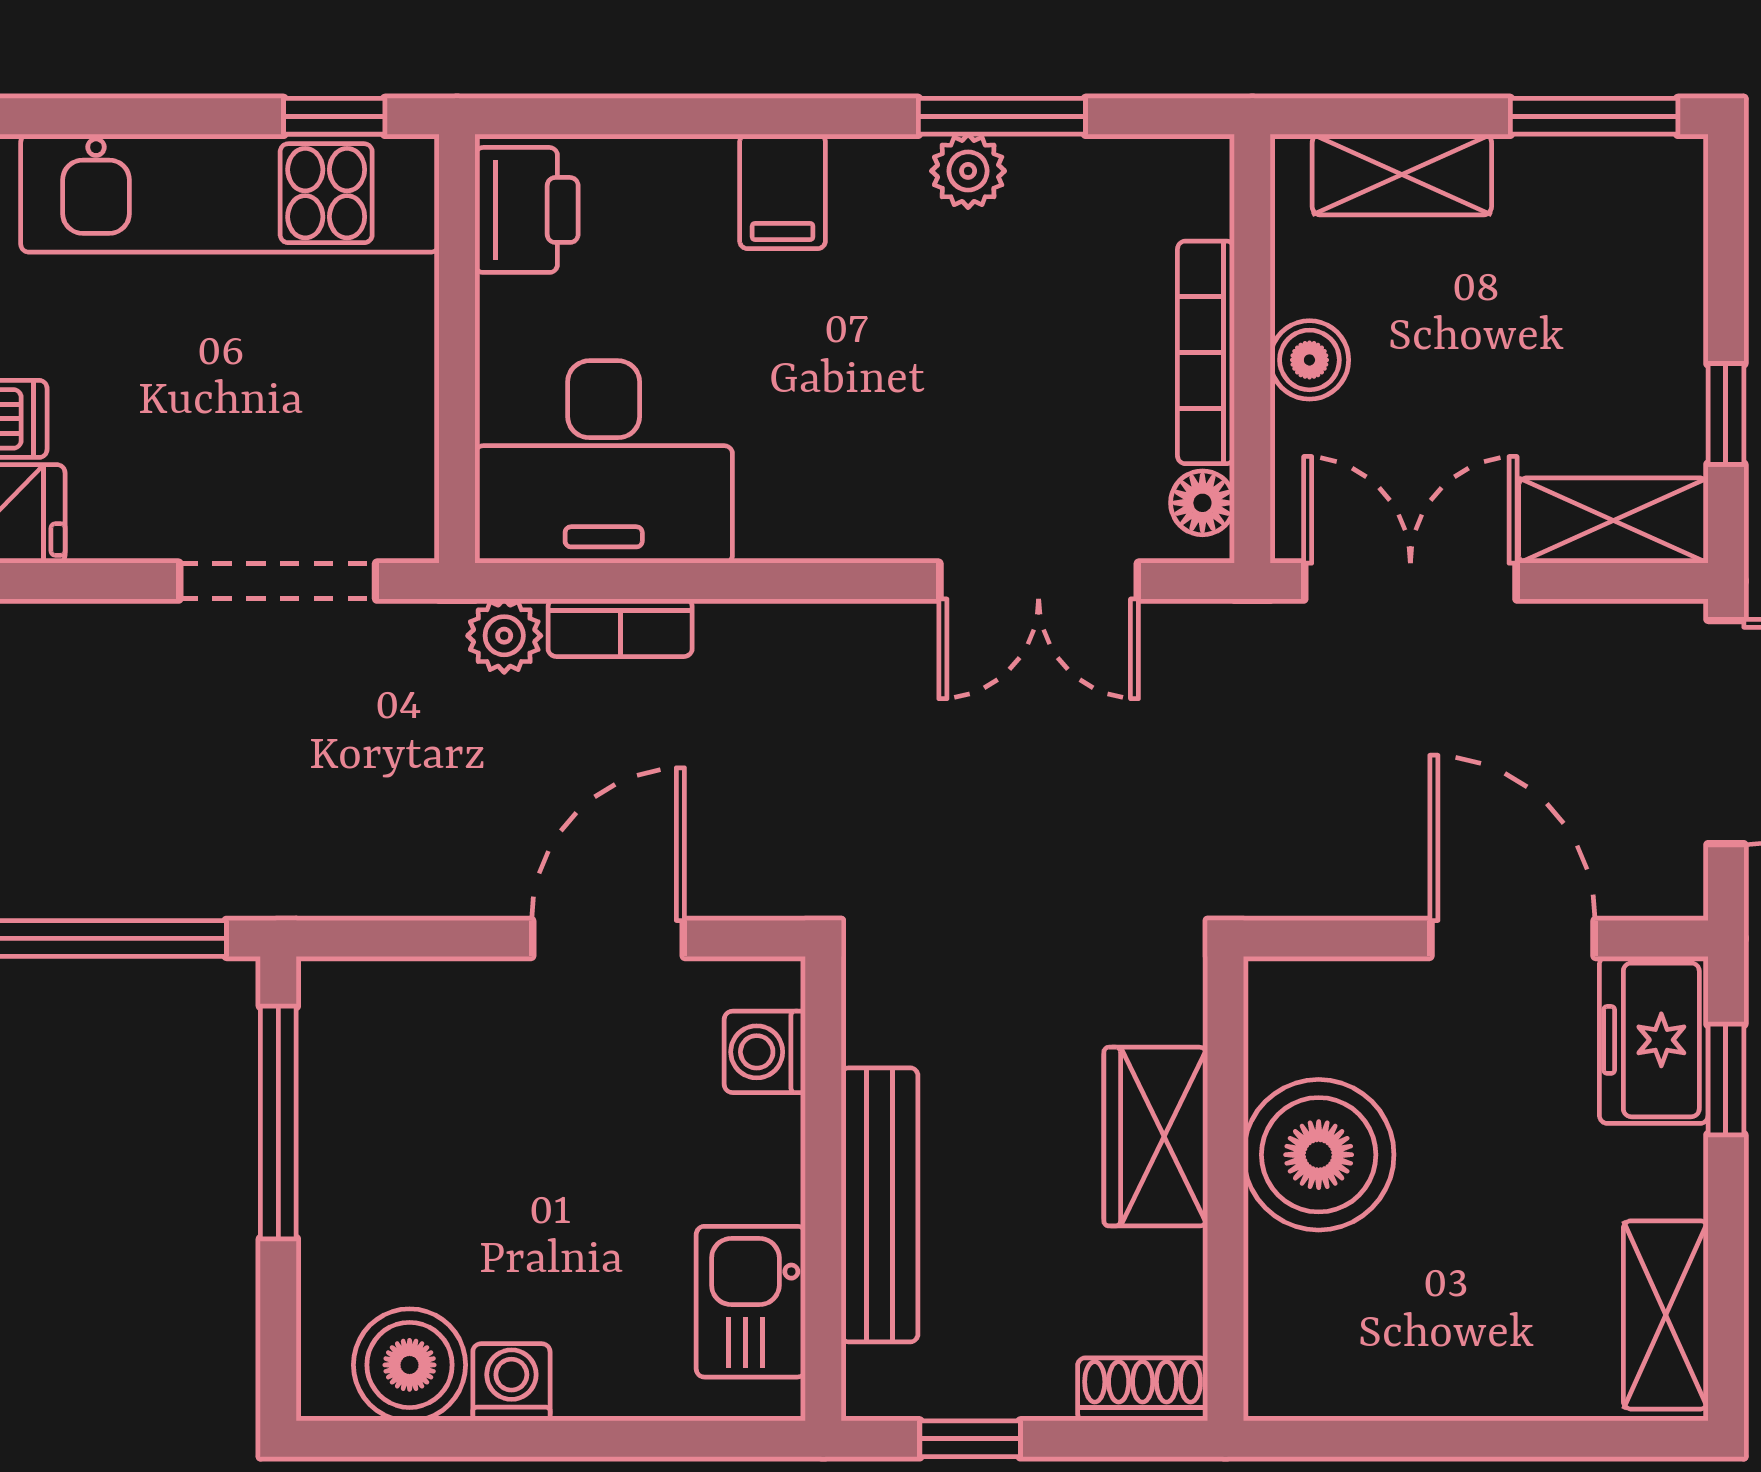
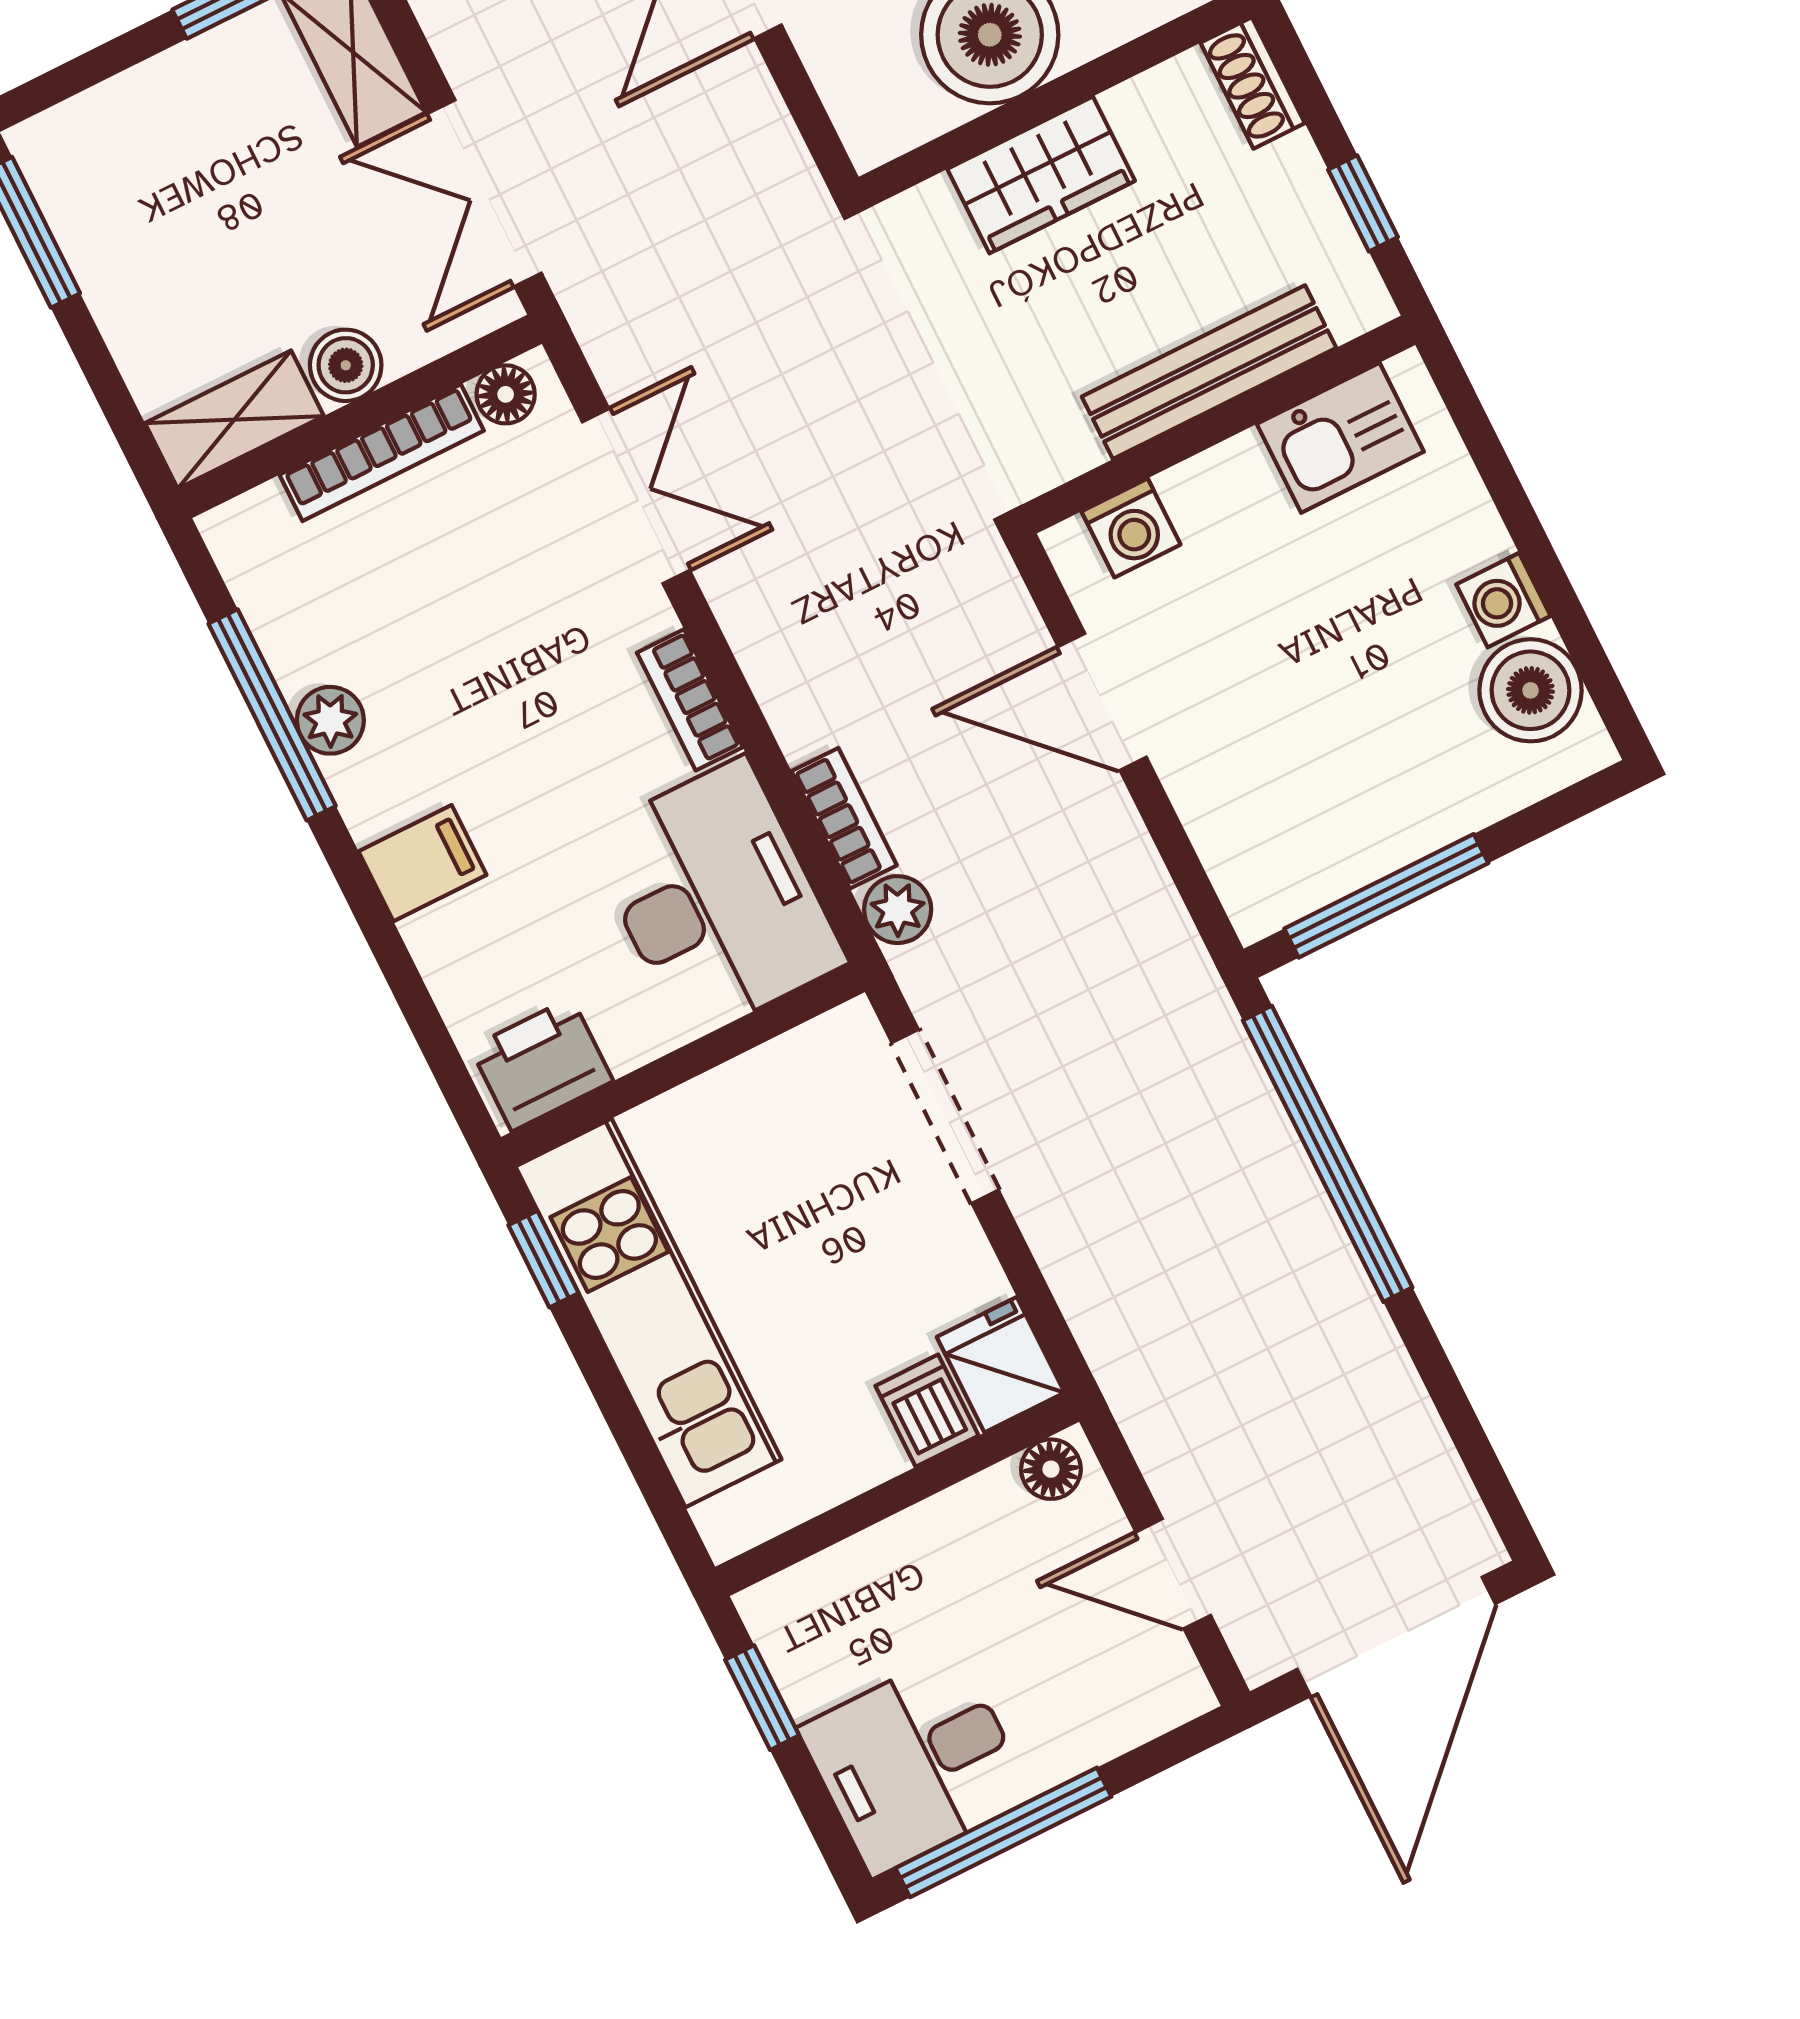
window: (1002, 116) -> (272, 715), width x1.44
shelving: (1402, 175) -> (234, 420), moved, turned 90
bookcase: (812, 534) -> (690, 700), added

